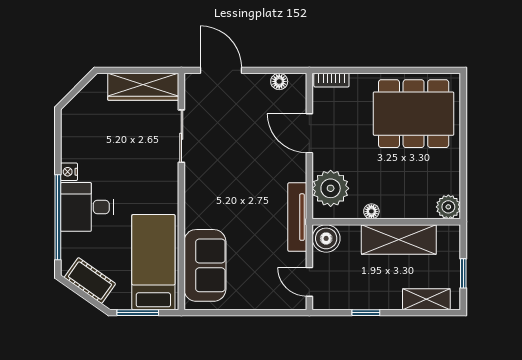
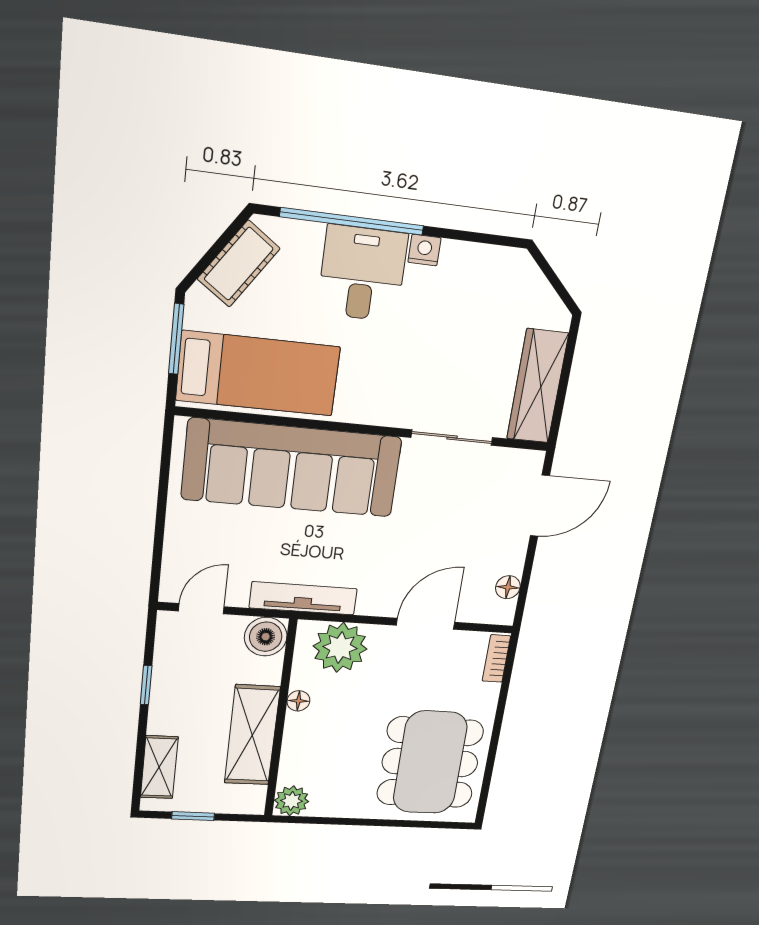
sofa: (205, 265) -> (292, 468), width x1.85, depth x1.27

